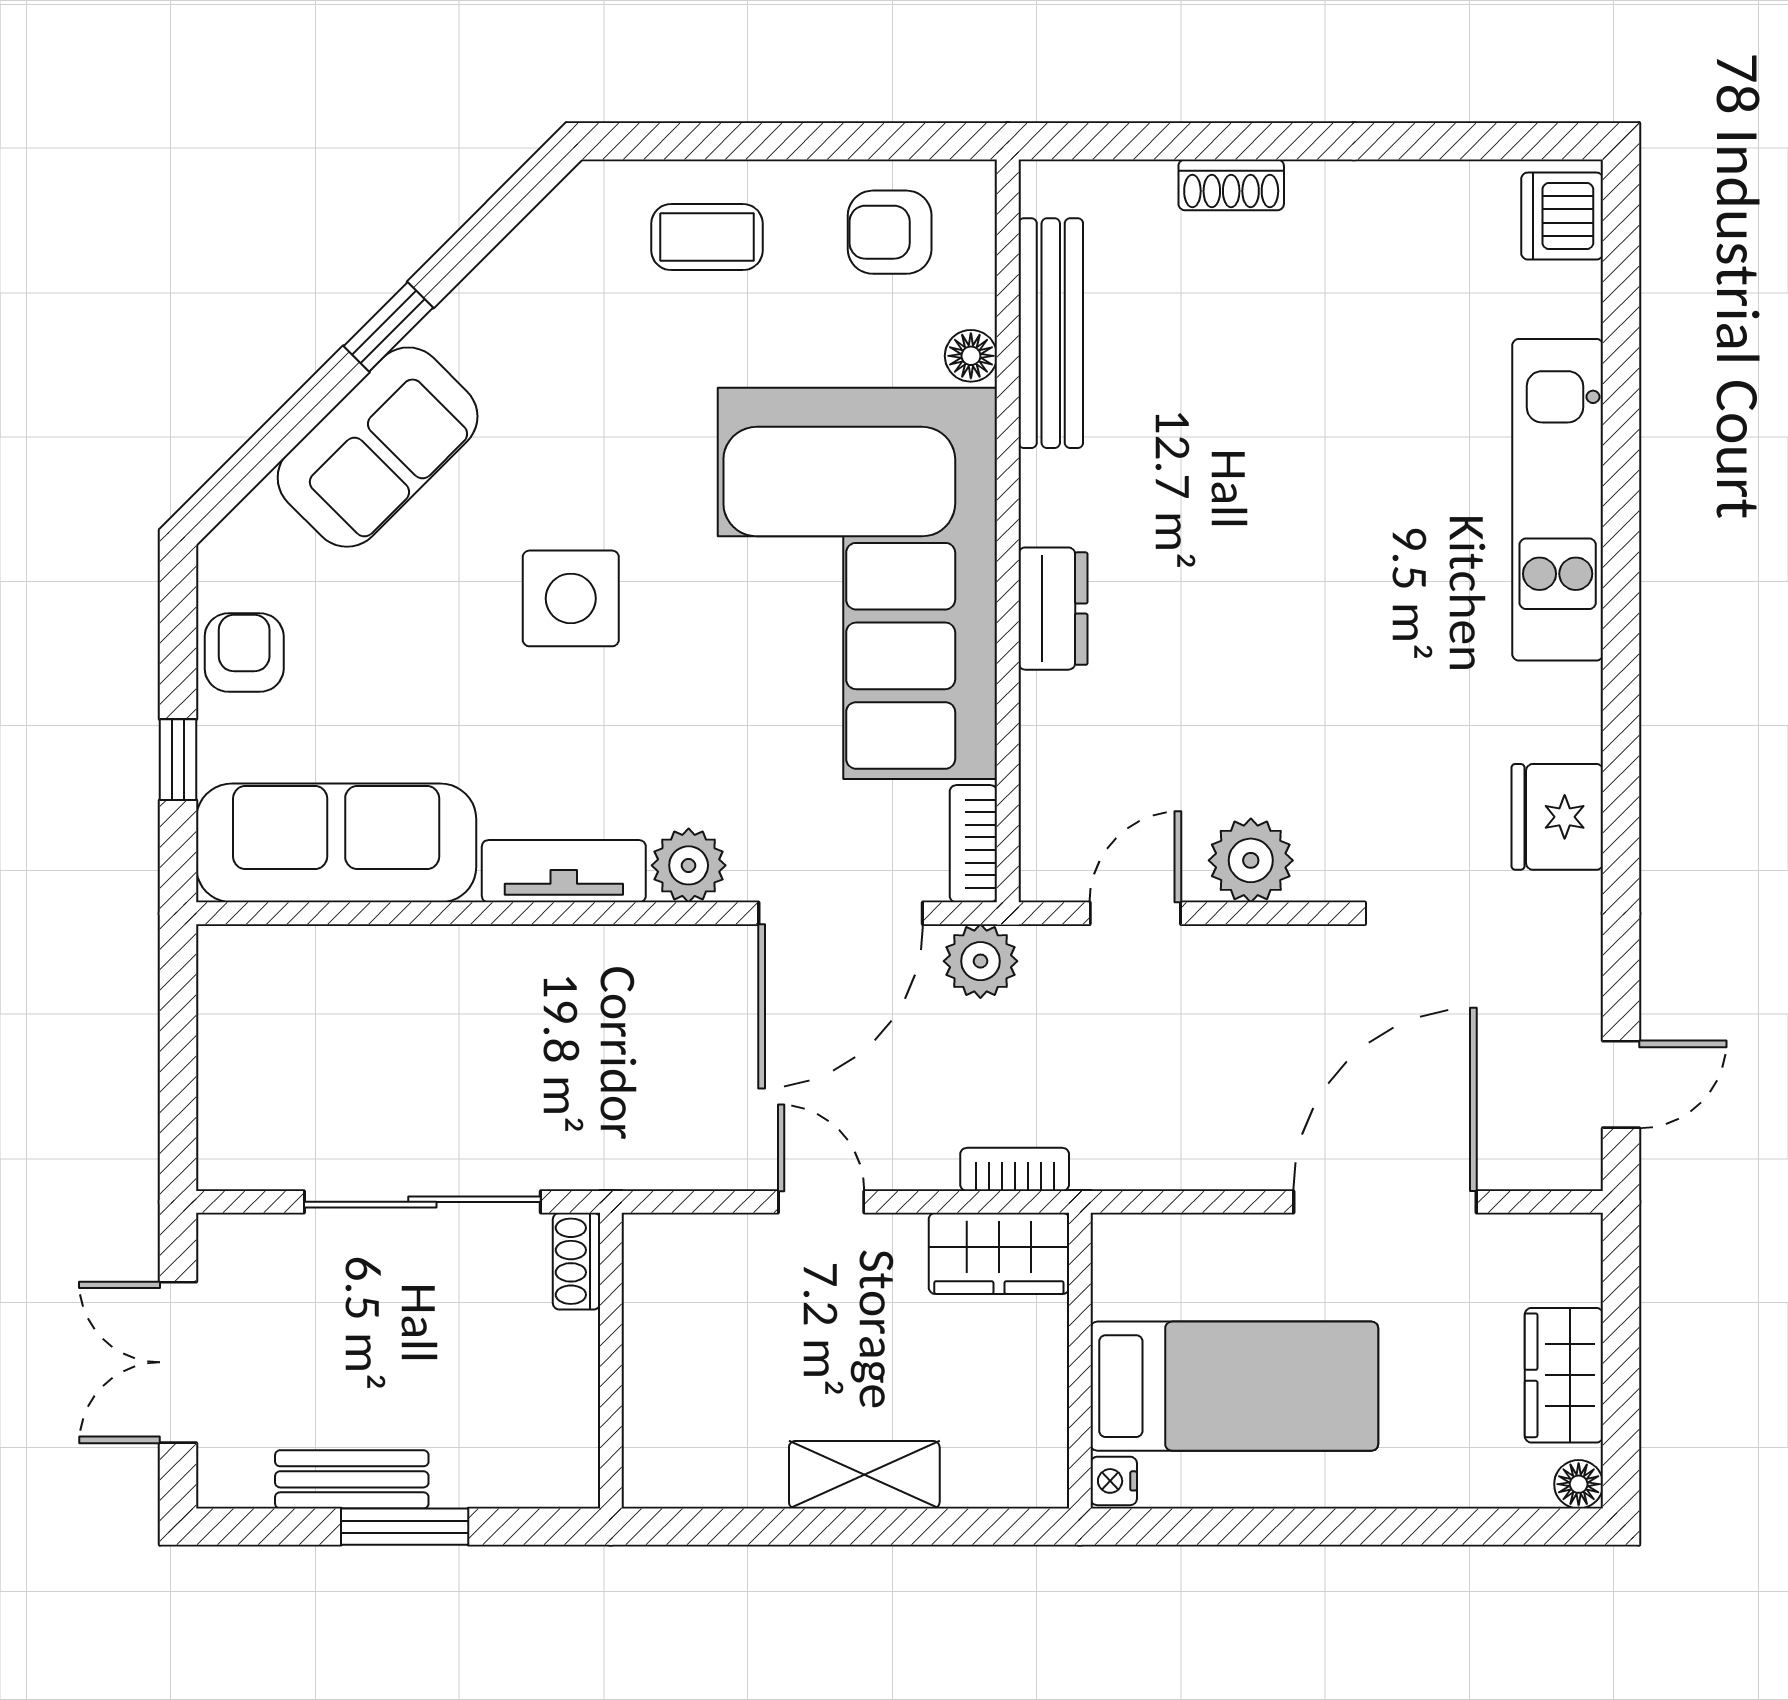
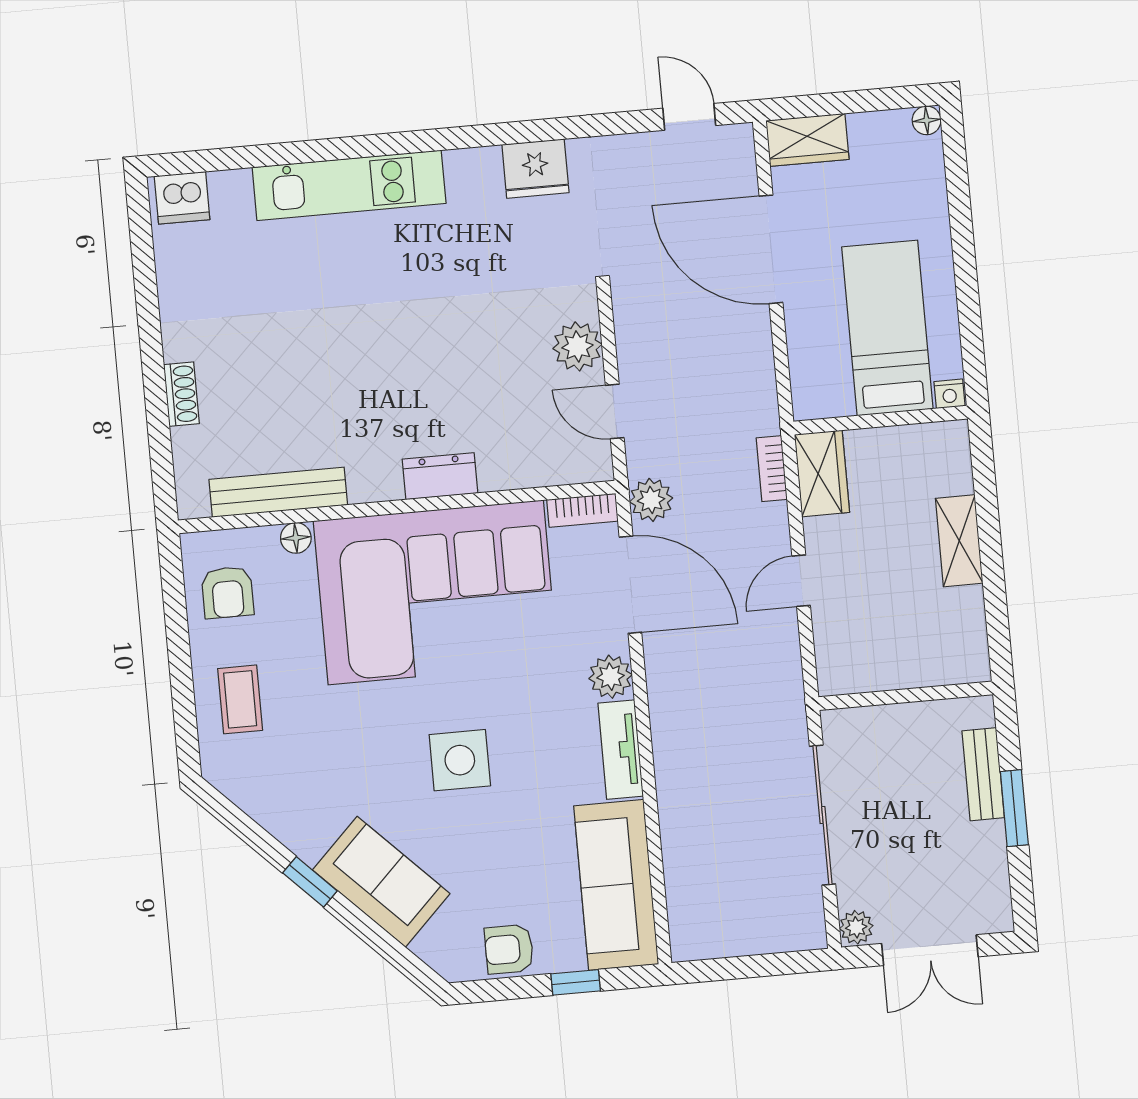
plant: (228, 1242) -> (856, 927), added
shoe rack: (577, 1261) -> (849, 721), removed
wardrobe: (1564, 1375) -> (807, 140), moved
bench: (352, 1479) -> (983, 774), moved

